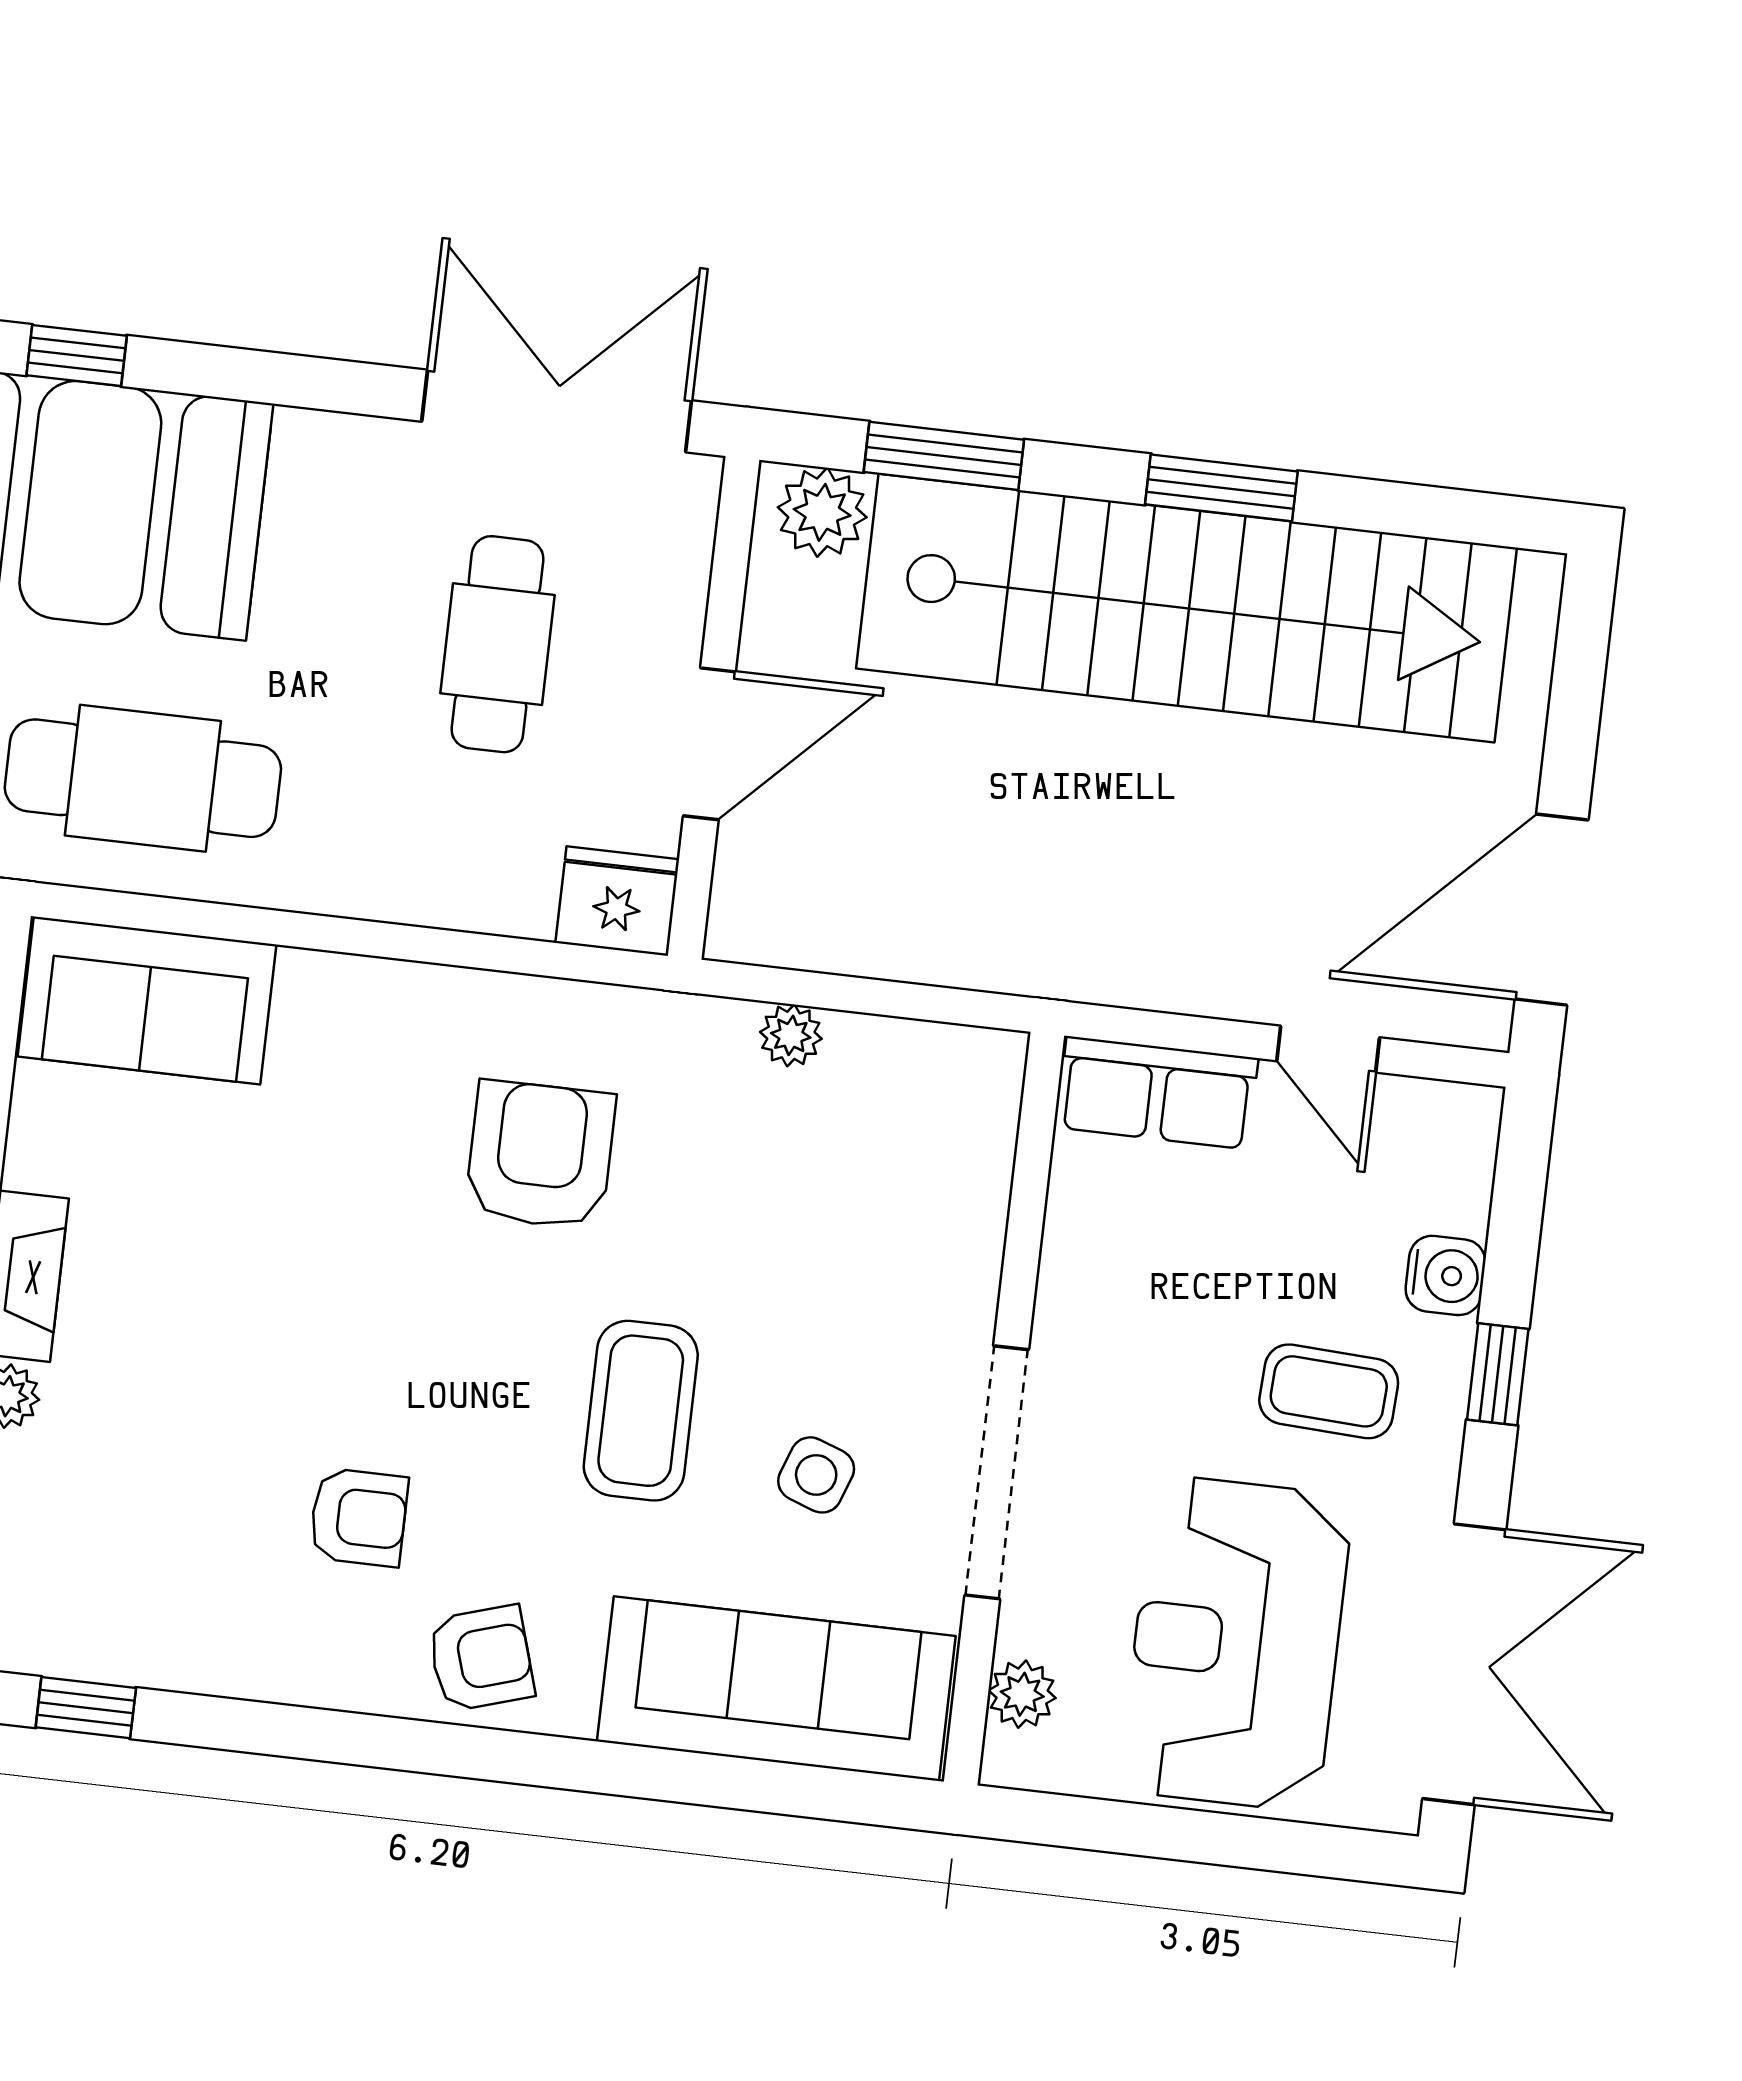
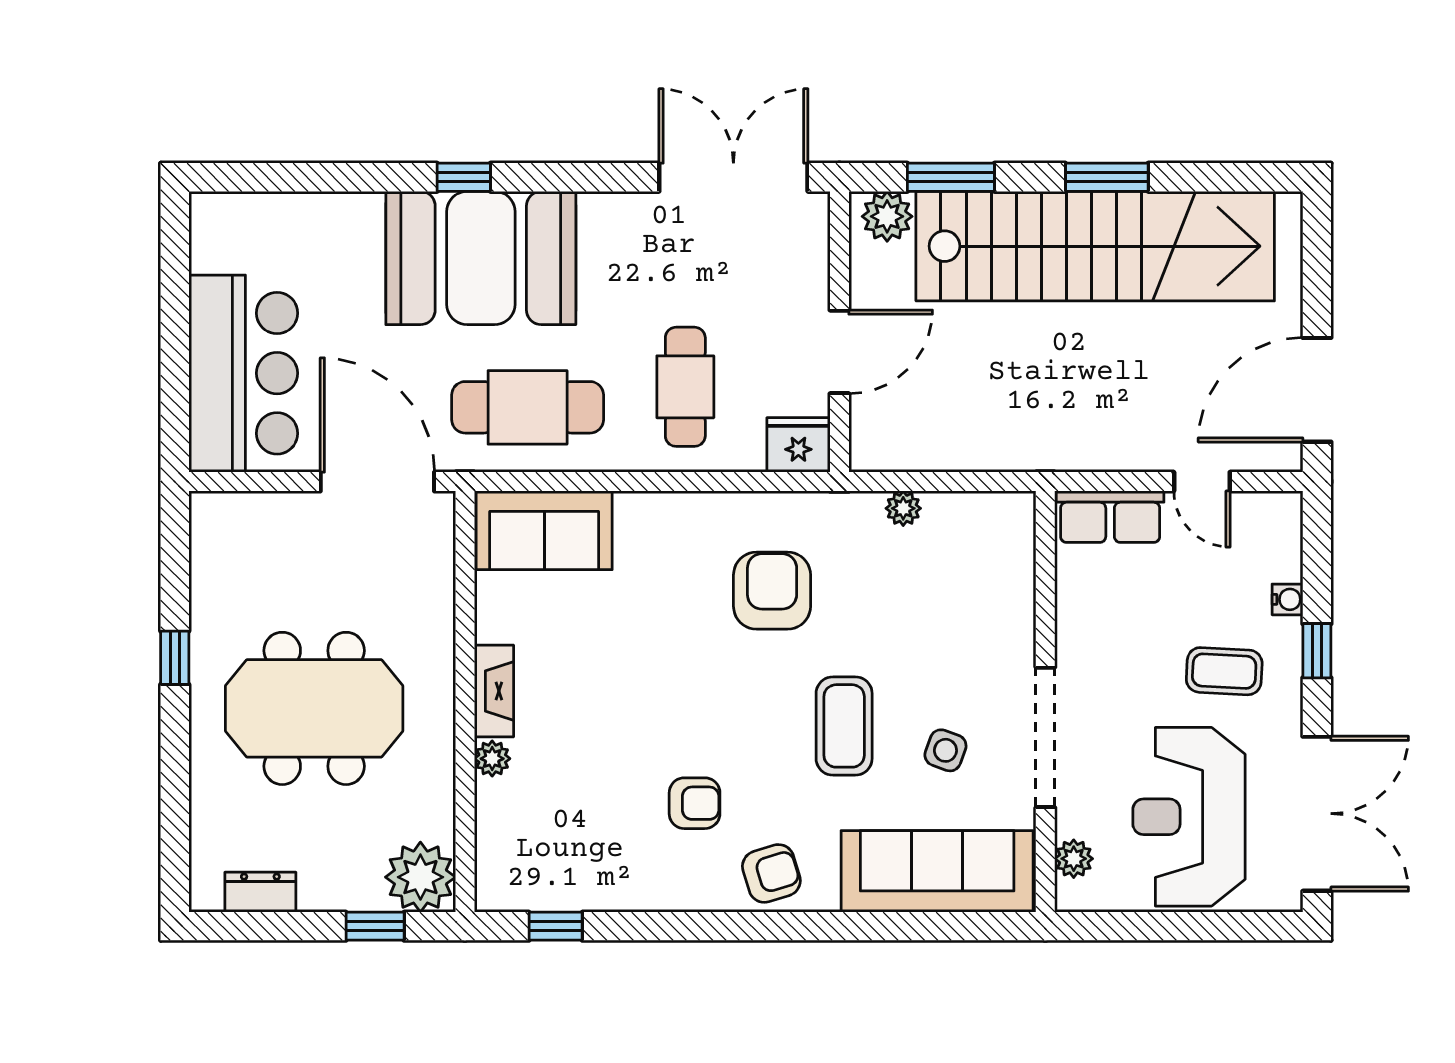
cafe table: (497, 644) -> (685, 387), moved
water cooler: (1446, 1275) -> (1287, 599), width x0.72, depth x0.72

